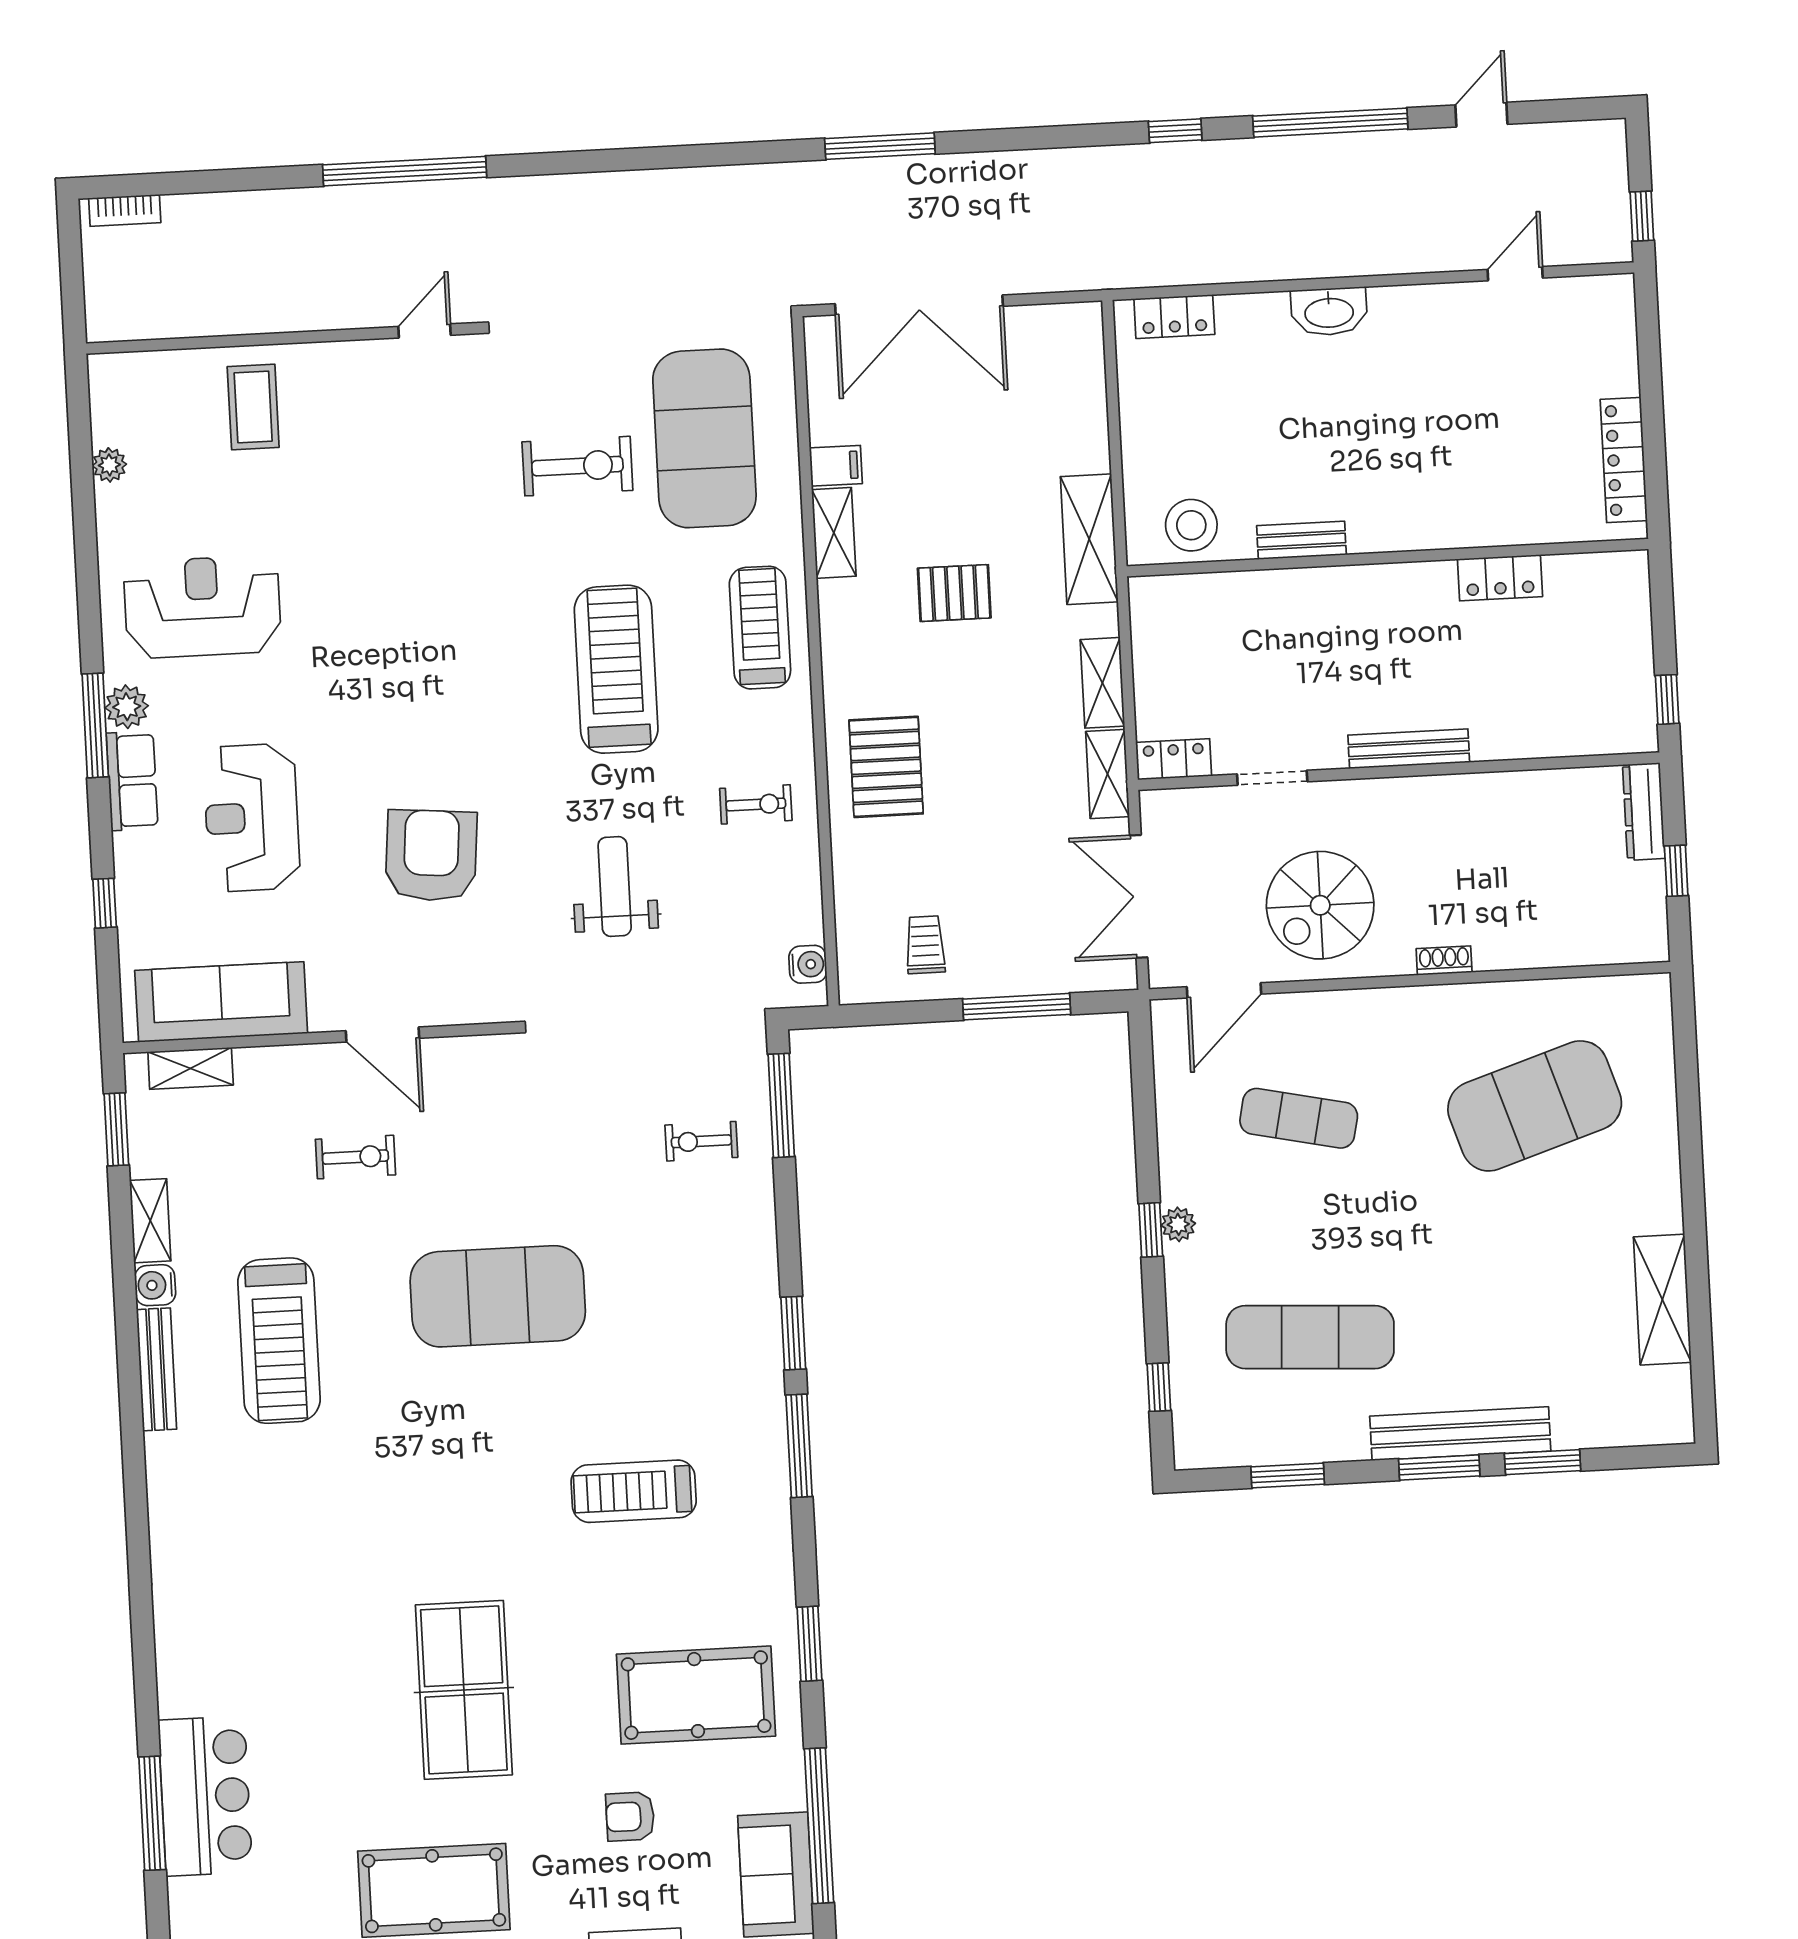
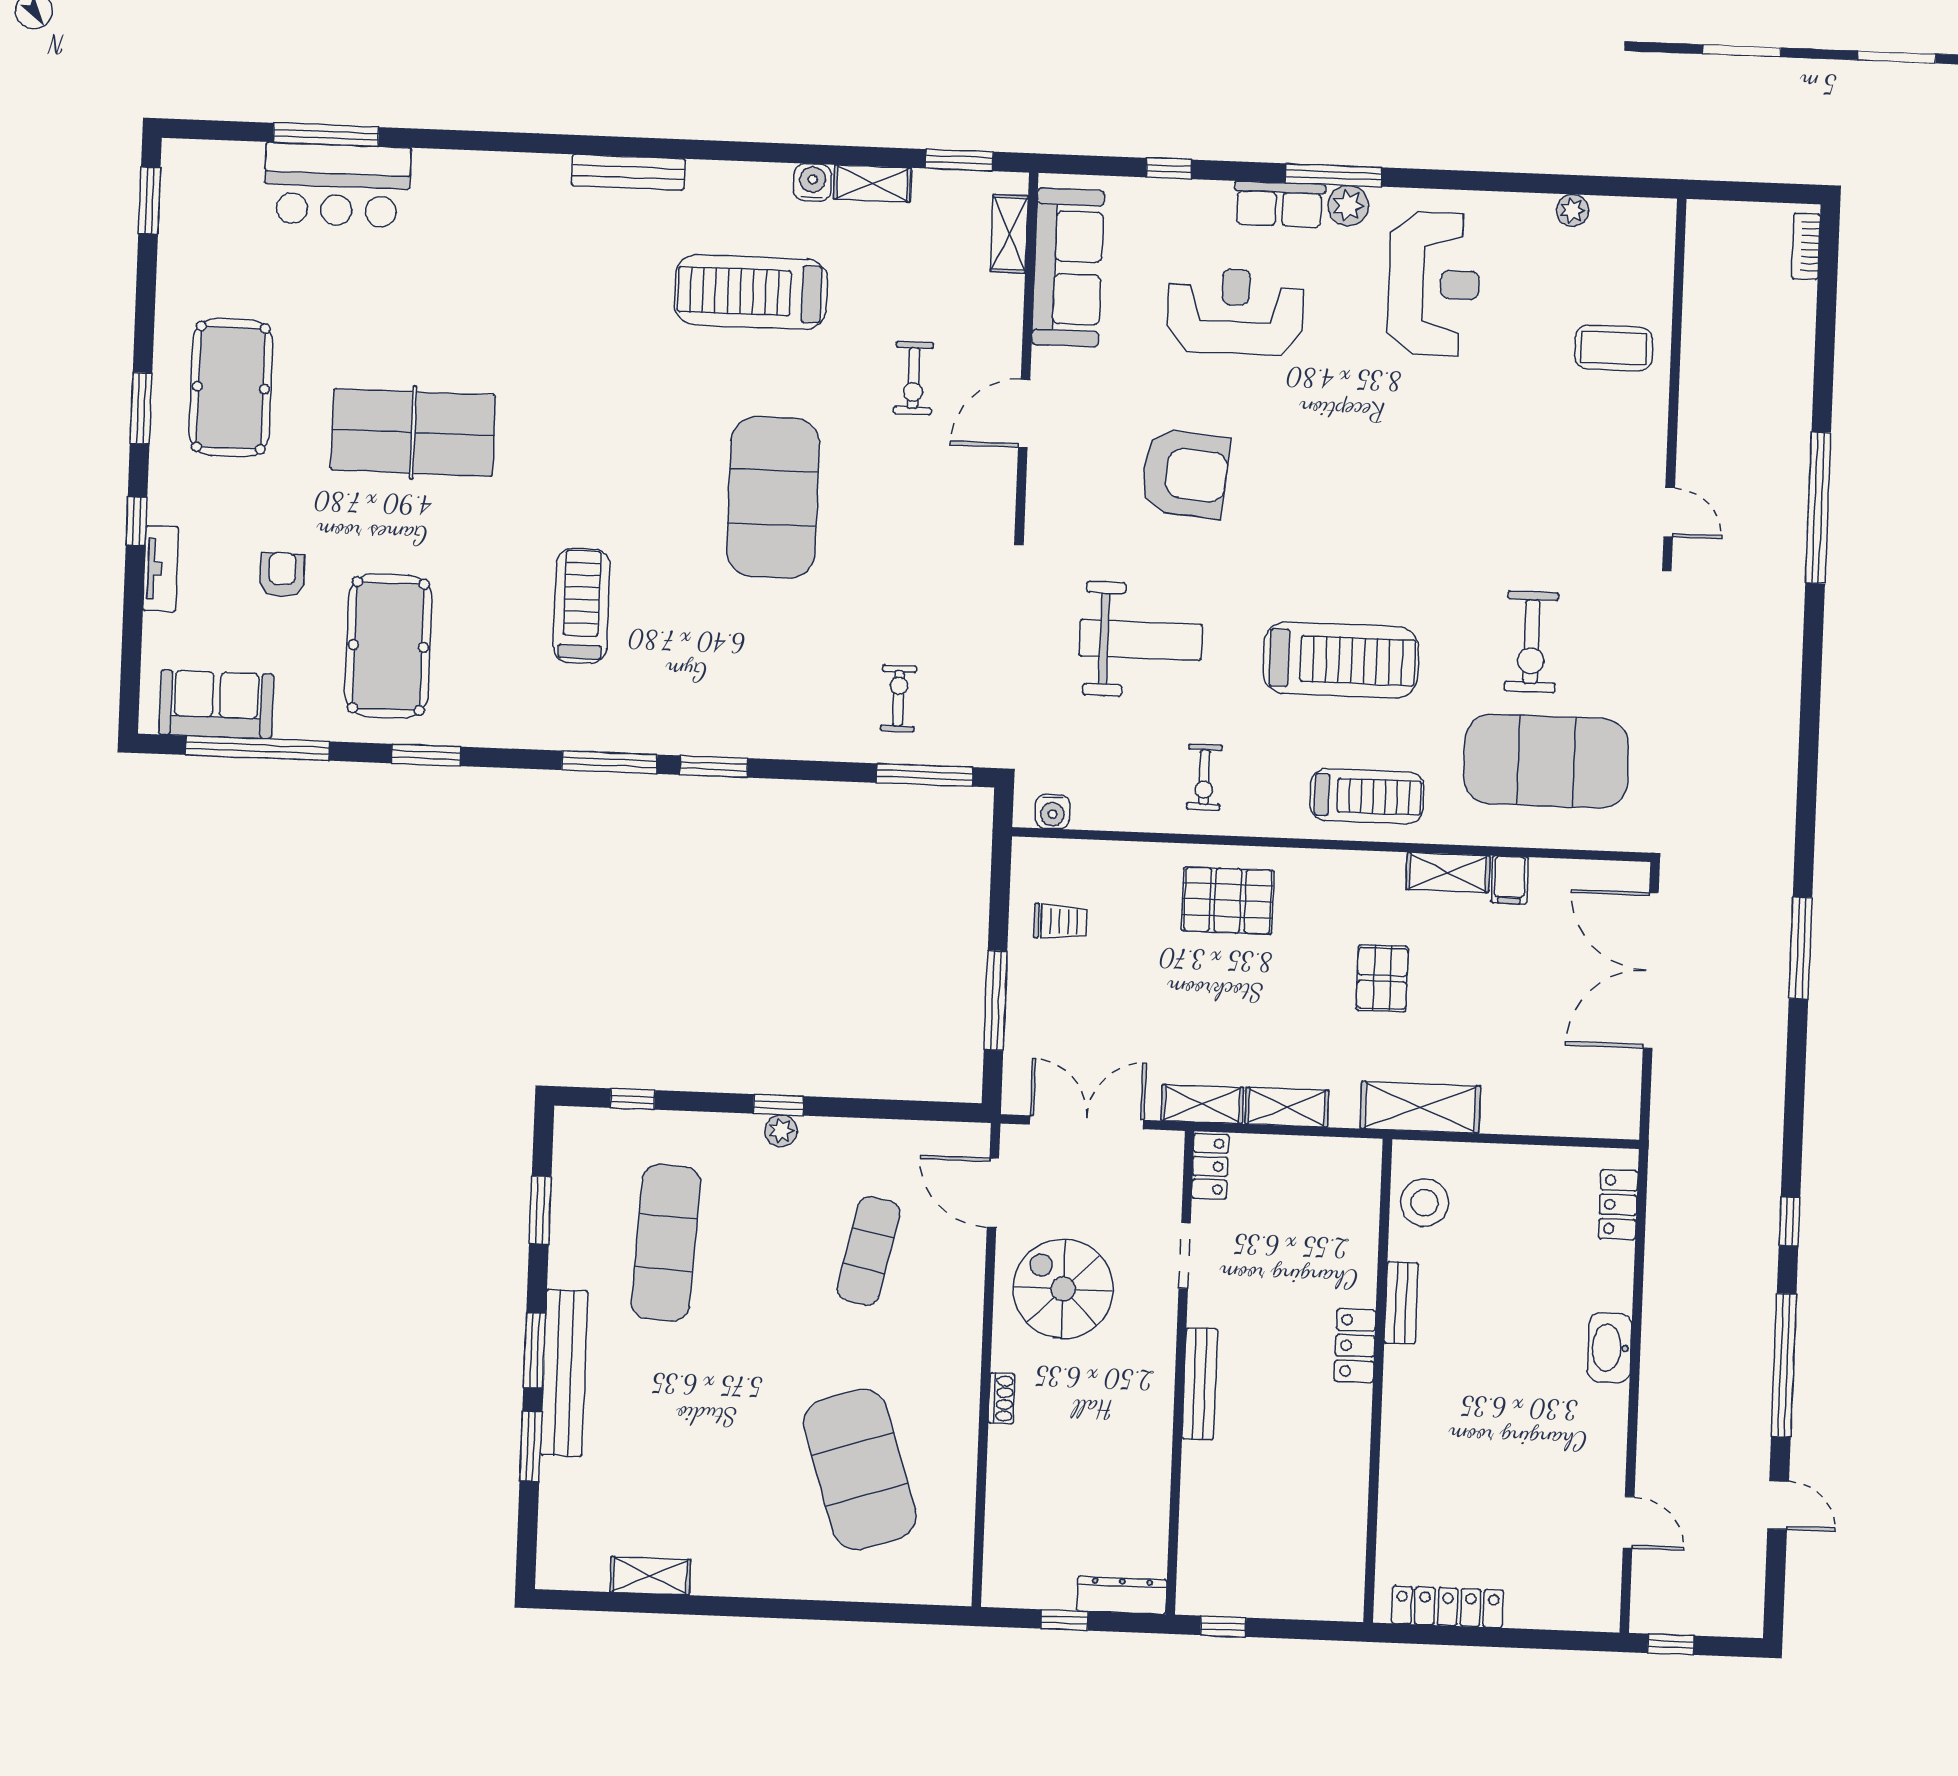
locker: (1500, 578) -> (1355, 1346), moved
weight bench: (615, 886) -> (1141, 640), width x1.36, depth x1.33
shelving: (1662, 1300) -> (650, 1576), width x0.67, depth x0.75
bench: (156, 1369) -> (628, 172), moved

